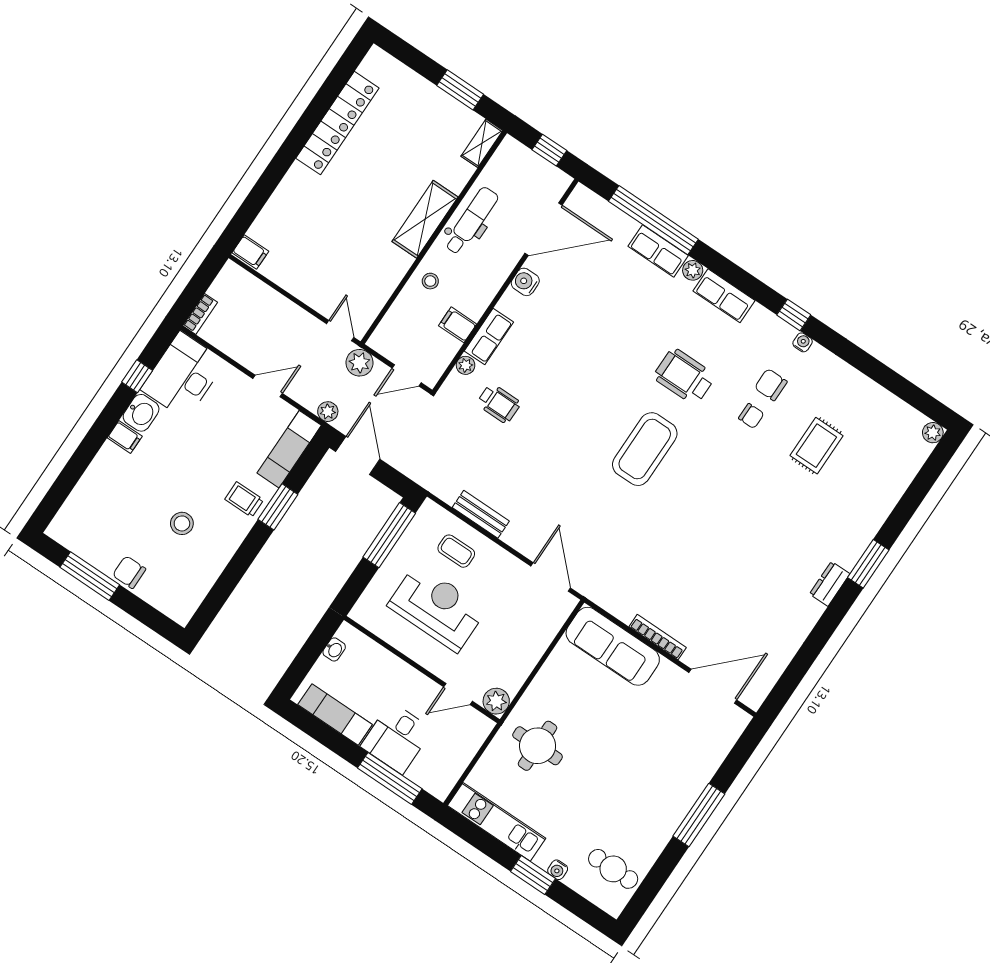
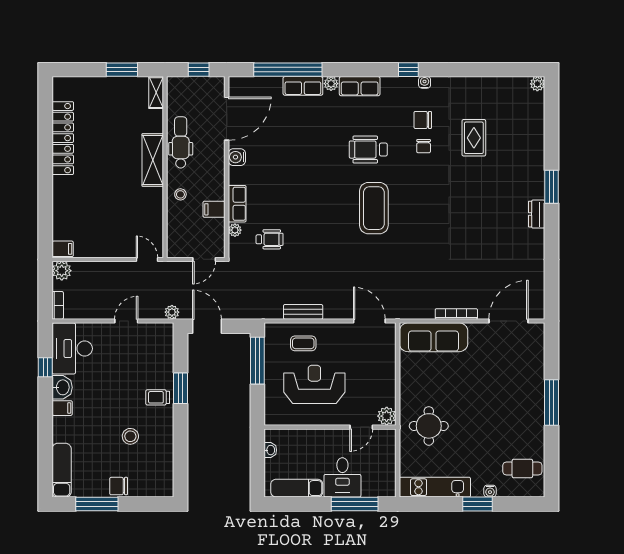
plant: (360, 363) -> (62, 271), moved
chair: (751, 416) -> (424, 146), turned 90
exam couch: (289, 449) -> (62, 470), moved, turned 180

